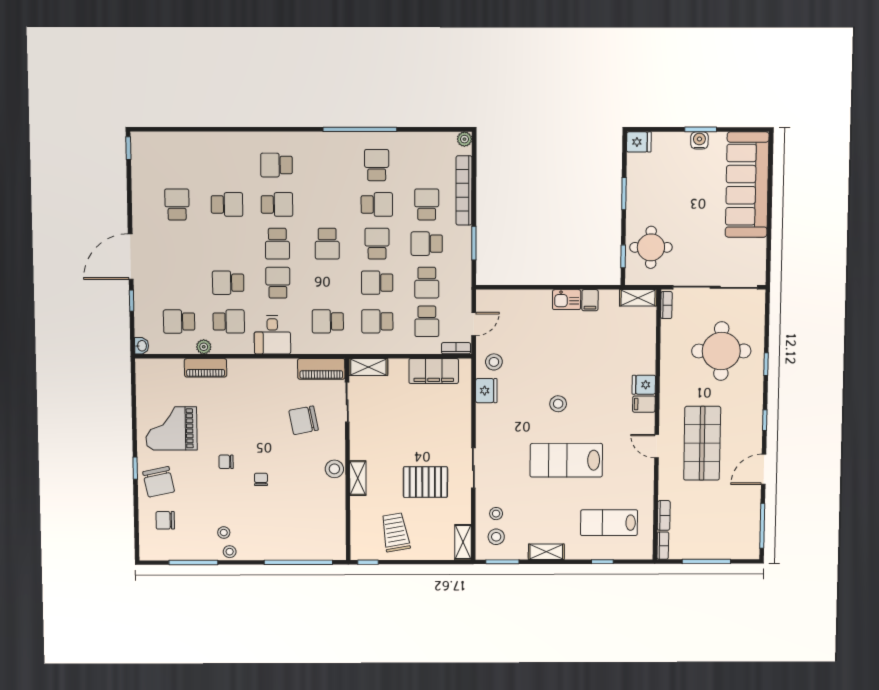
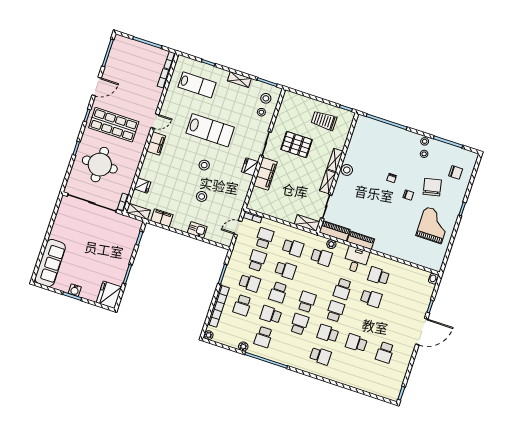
plant: (403, 139) -> (243, 346), added
fridge: (639, 142) -> (109, 295), width x1.88, depth x1.34
sofa: (747, 185) -> (50, 263), width x0.74, depth x0.79
round table: (651, 247) -> (122, 238), removed
kitchen sink: (567, 300) -> (197, 230), moved
filing cabinet: (590, 300) -> (162, 218), width x2.00
school desk: (179, 322) -> (299, 324), moved, turned -90
plant: (204, 347) -> (331, 244), moved
stool: (494, 362) -> (202, 196), moved
piano: (206, 368) -> (361, 240), moved
filing cabinet: (434, 371) -> (265, 174), moved, turned 90
fridge: (644, 385) -> (142, 186), moved
fridge: (486, 391) -> (250, 167), moved
filing cabinet: (644, 404) -> (156, 143), width x2.00
chair: (304, 420) -> (355, 204), removed
grand piano: (171, 428) -> (433, 225), turned -90
shop shelf: (702, 443) -> (114, 125), moved, turned 90
door: (657, 446) -> (155, 121), hinge flipped
chair: (159, 482) -> (432, 187), moved
trolley: (395, 532) -> (324, 121), turned 100
shelving: (463, 542) -> (328, 182), moved

